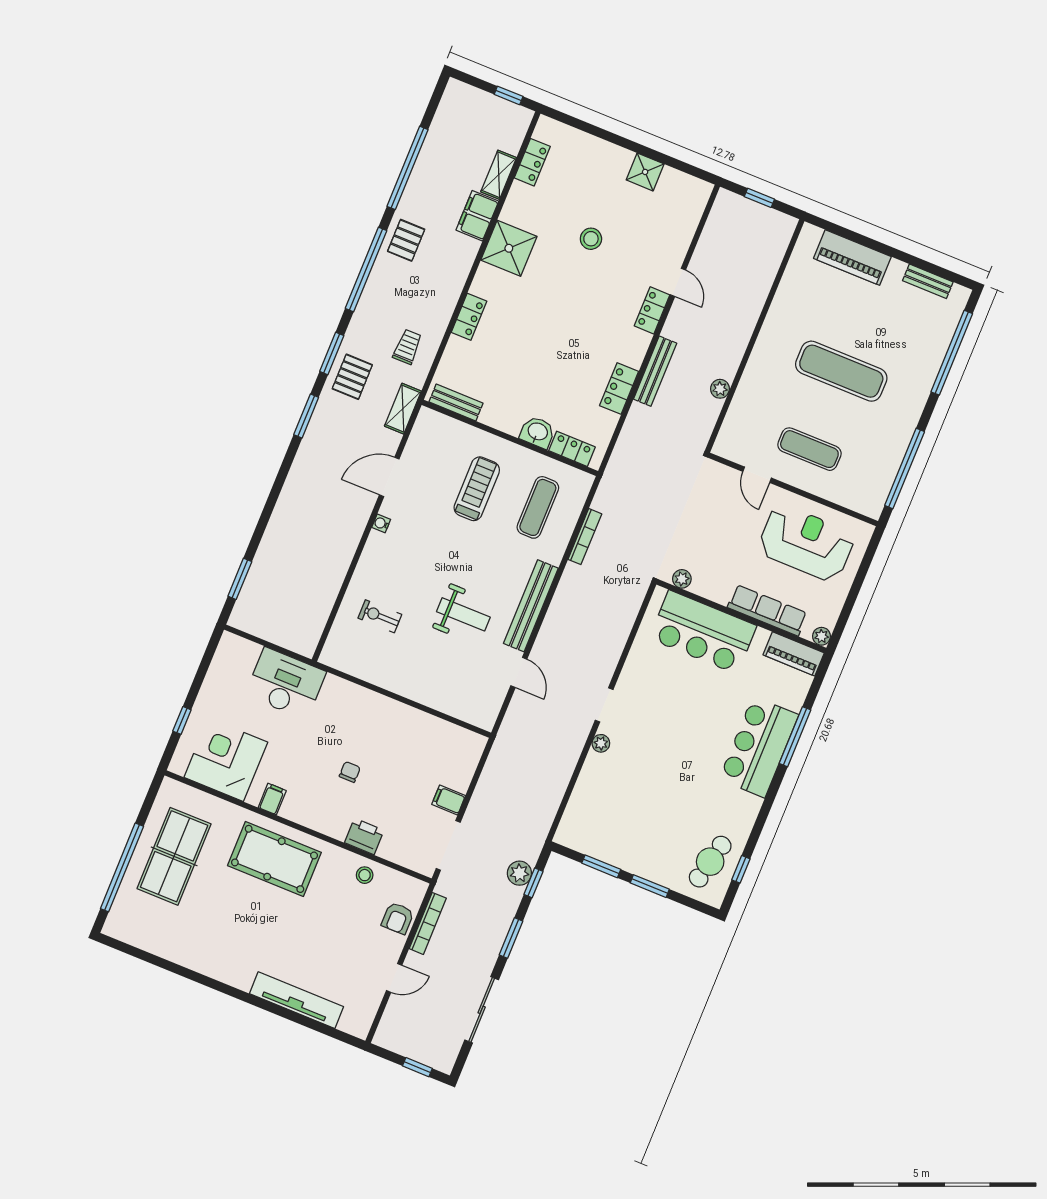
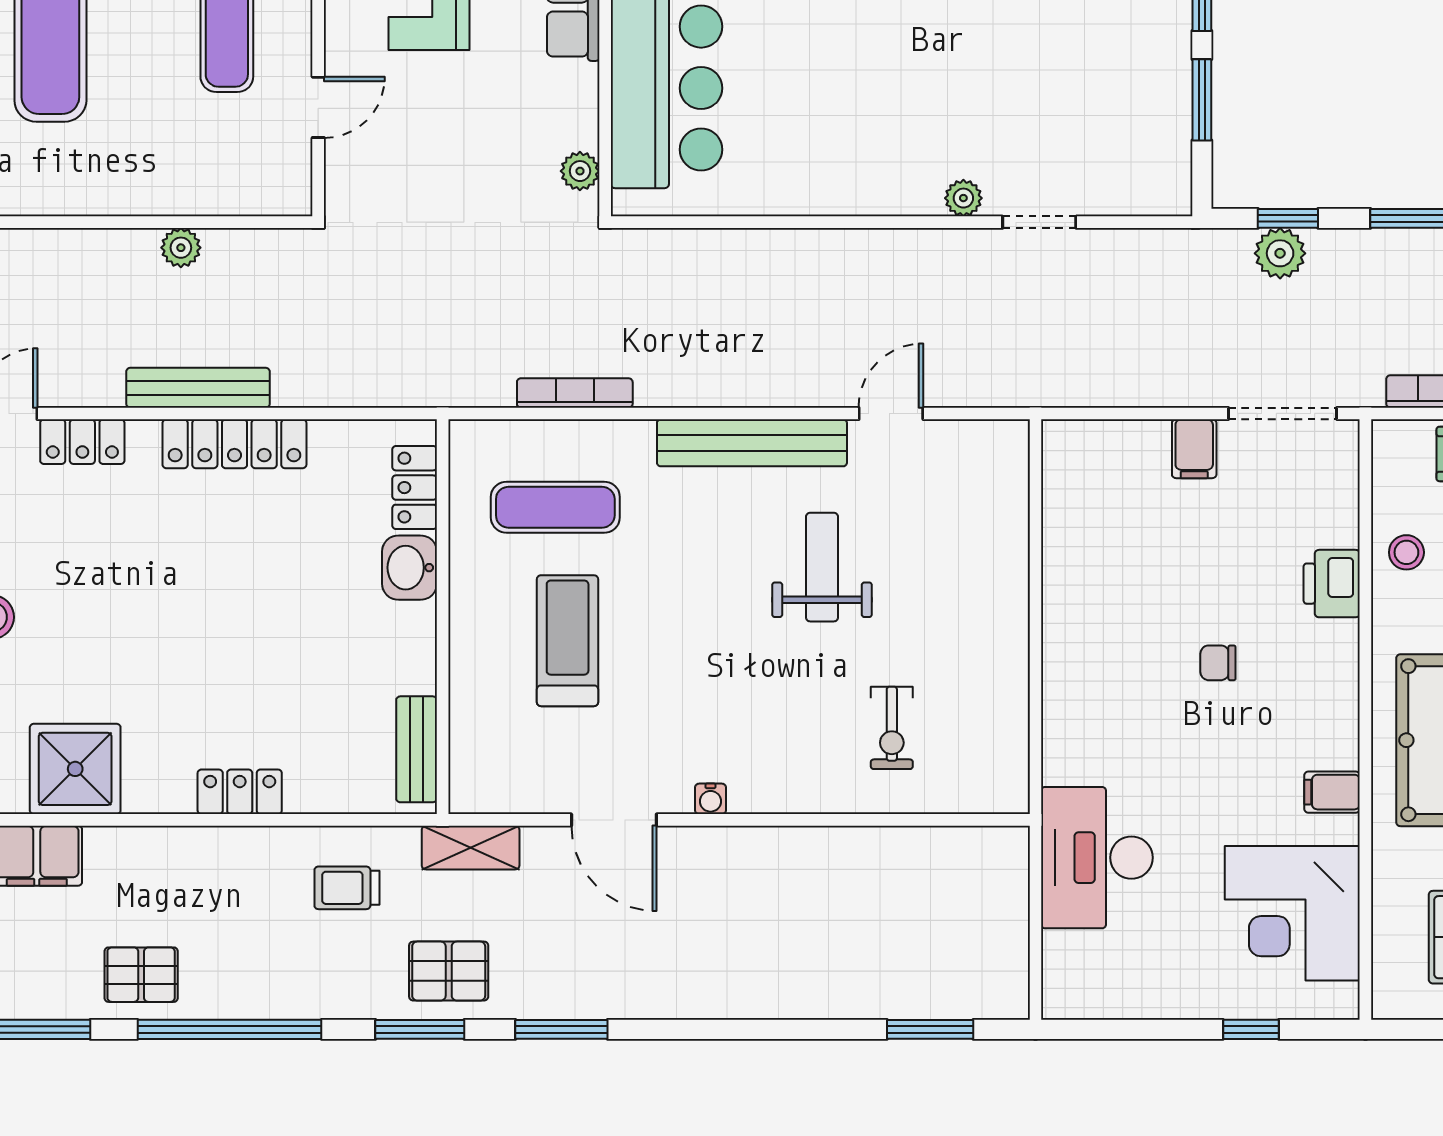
locker: (619, 388) -> (234, 444), width x1.53
treadmill: (477, 489) -> (568, 641), turned 90
doorway: (604, 705) -> (1039, 222), moved

